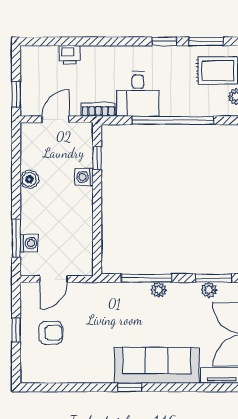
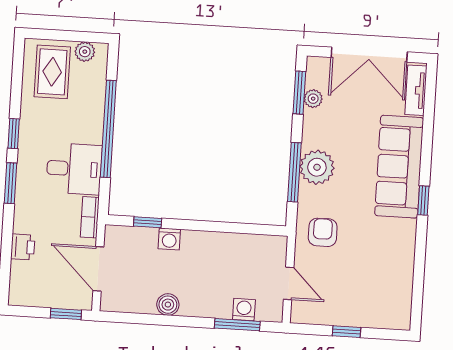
window: (206, 41) -> (11, 183), moved
door: (56, 119) -> (98, 269), width x1.38
plant: (159, 290) -> (317, 167), width x1.88, depth x1.88
armchair: (51, 333) -> (323, 232), moved

